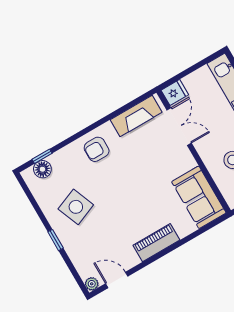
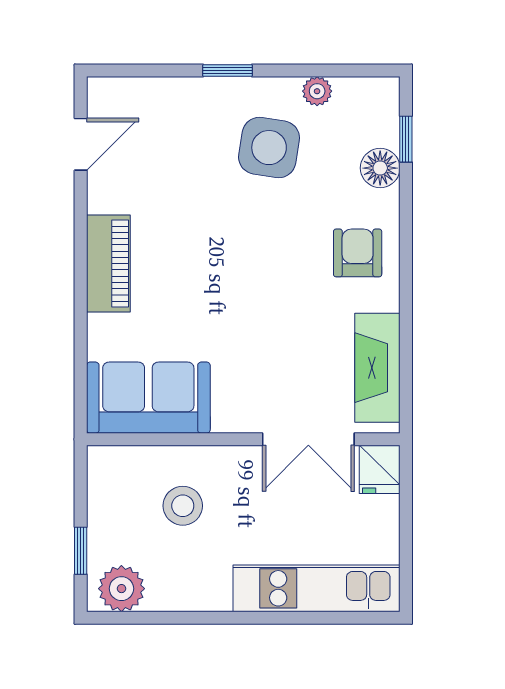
floor lamp: (42, 169) -> (380, 168), moved
side table: (76, 207) -> (269, 148), turned 31
plant: (92, 284) -> (317, 91), moved

